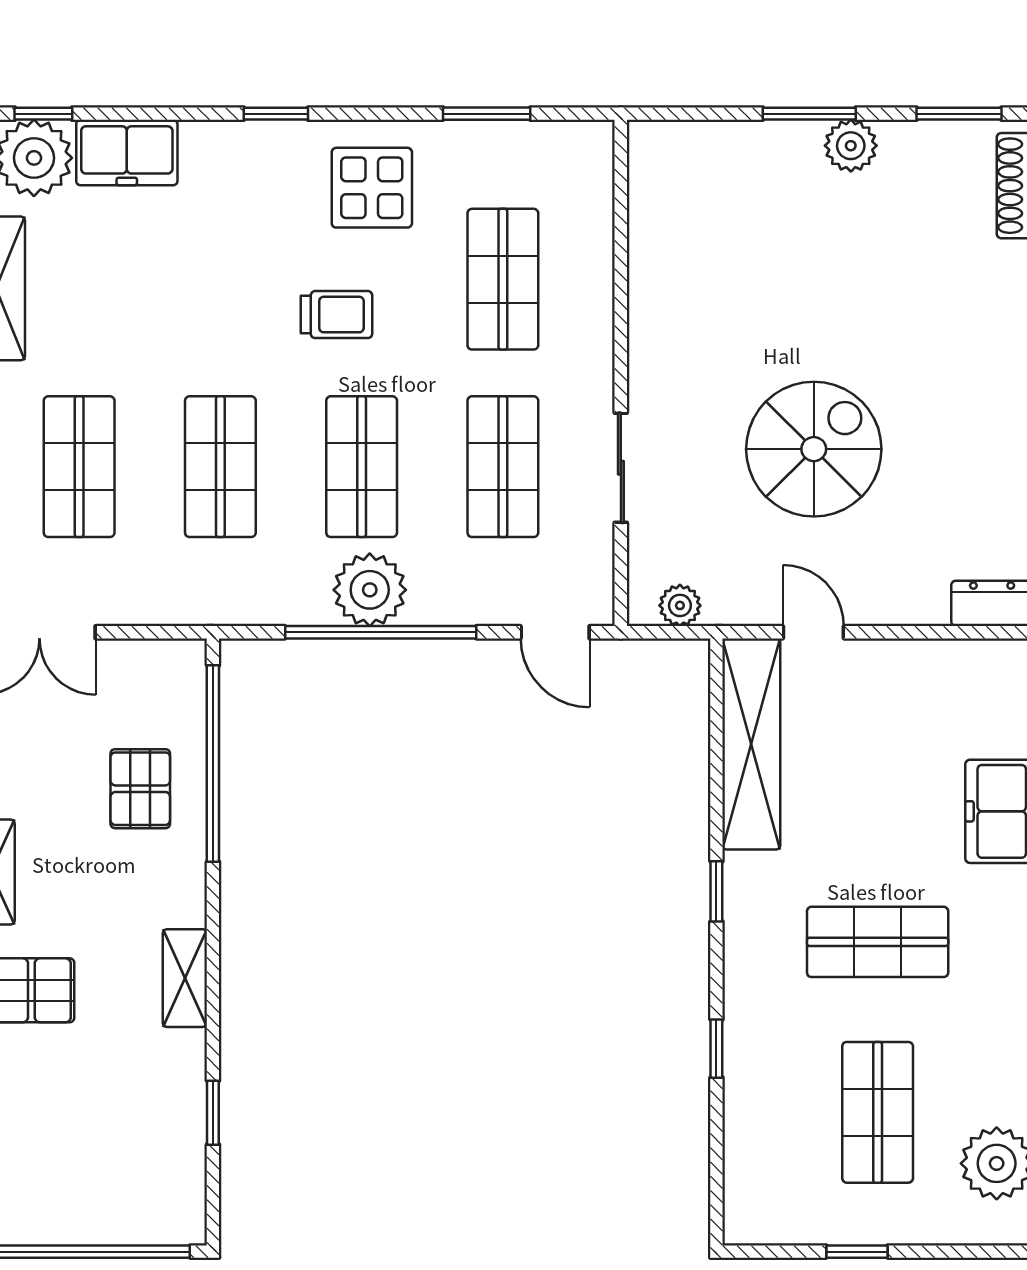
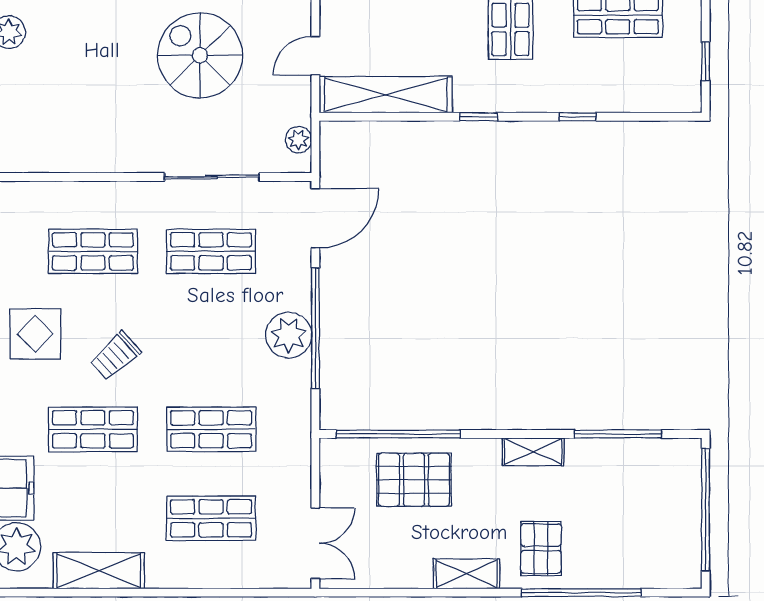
trolley: (336, 315) -> (115, 356), turned -132
shop shelf: (362, 467) -> (93, 429), moved
sliding door: (621, 468) -> (212, 177), width x1.37
door: (555, 632) -> (315, 218), width x1.38
pallet: (140, 789) -> (414, 480), width x1.50, depth x1.42
window: (213, 1113) -> (618, 434), width x2.17
window: (857, 1252) -> (706, 61), moved

